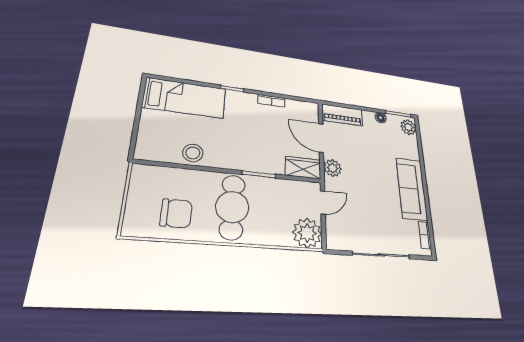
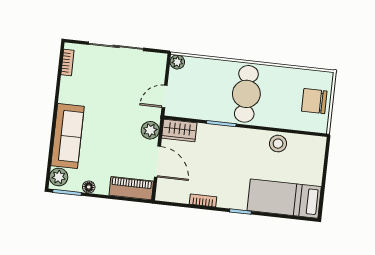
sofa: (412, 189) -> (68, 136), moved
chair: (176, 213) -> (314, 101), moved
plant: (307, 233) -> (177, 62), width x0.53, depth x0.53

